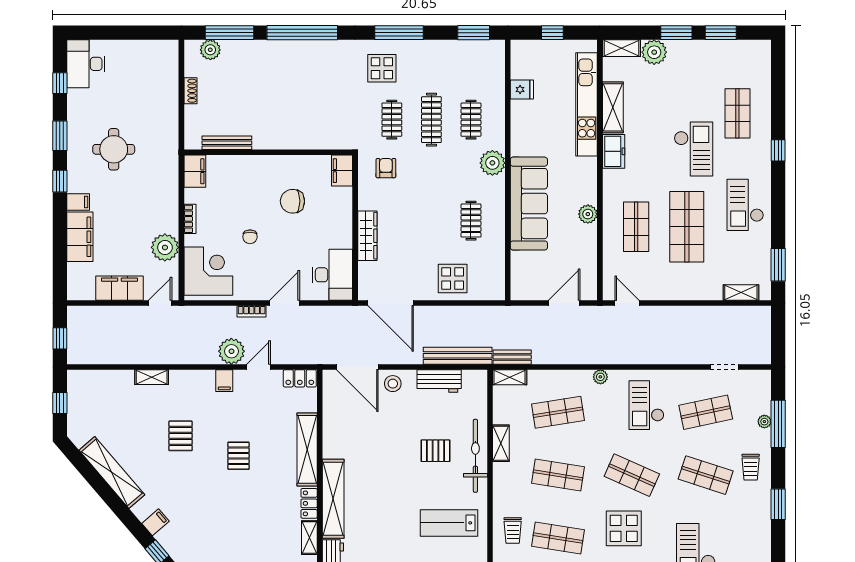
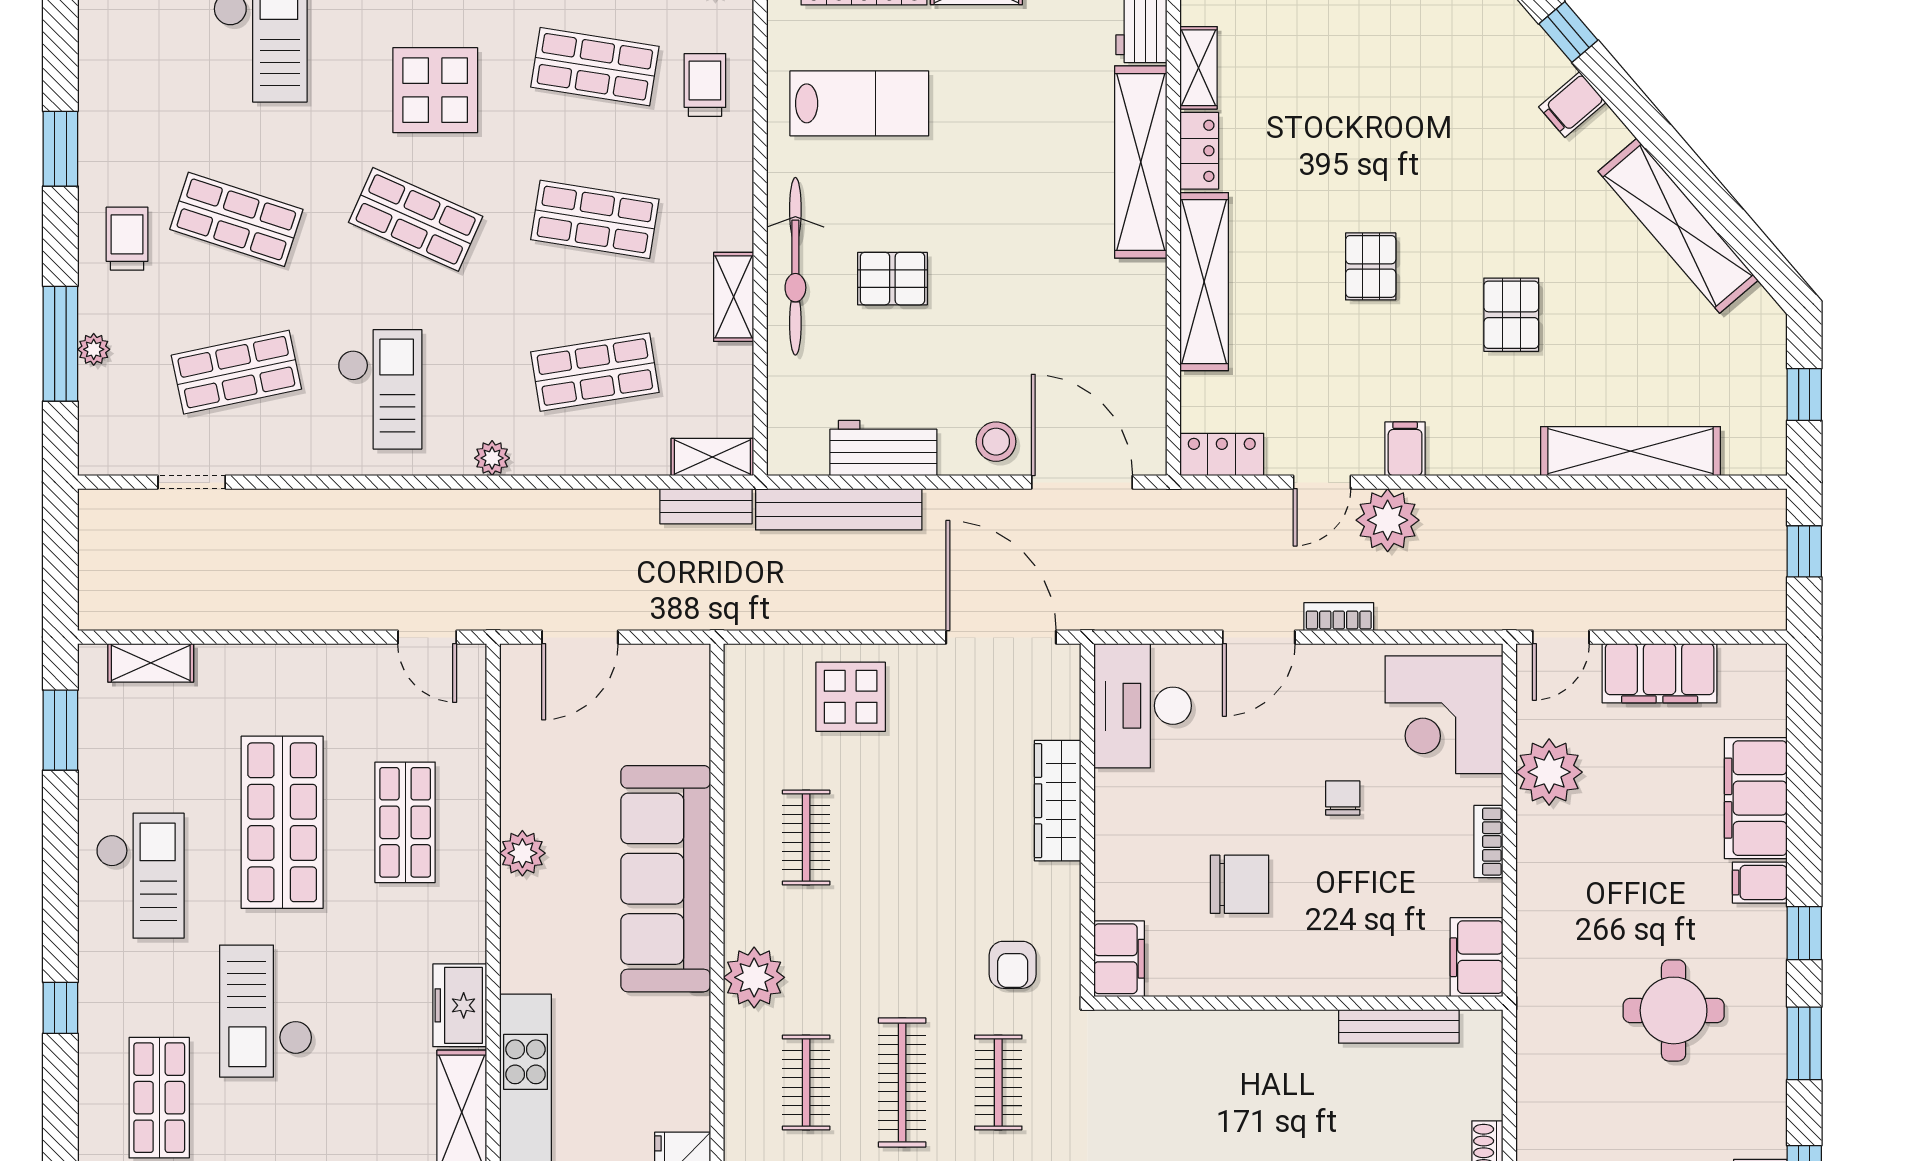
shelving: (152, 377) -> (1631, 451), width x2.20, depth x1.33

